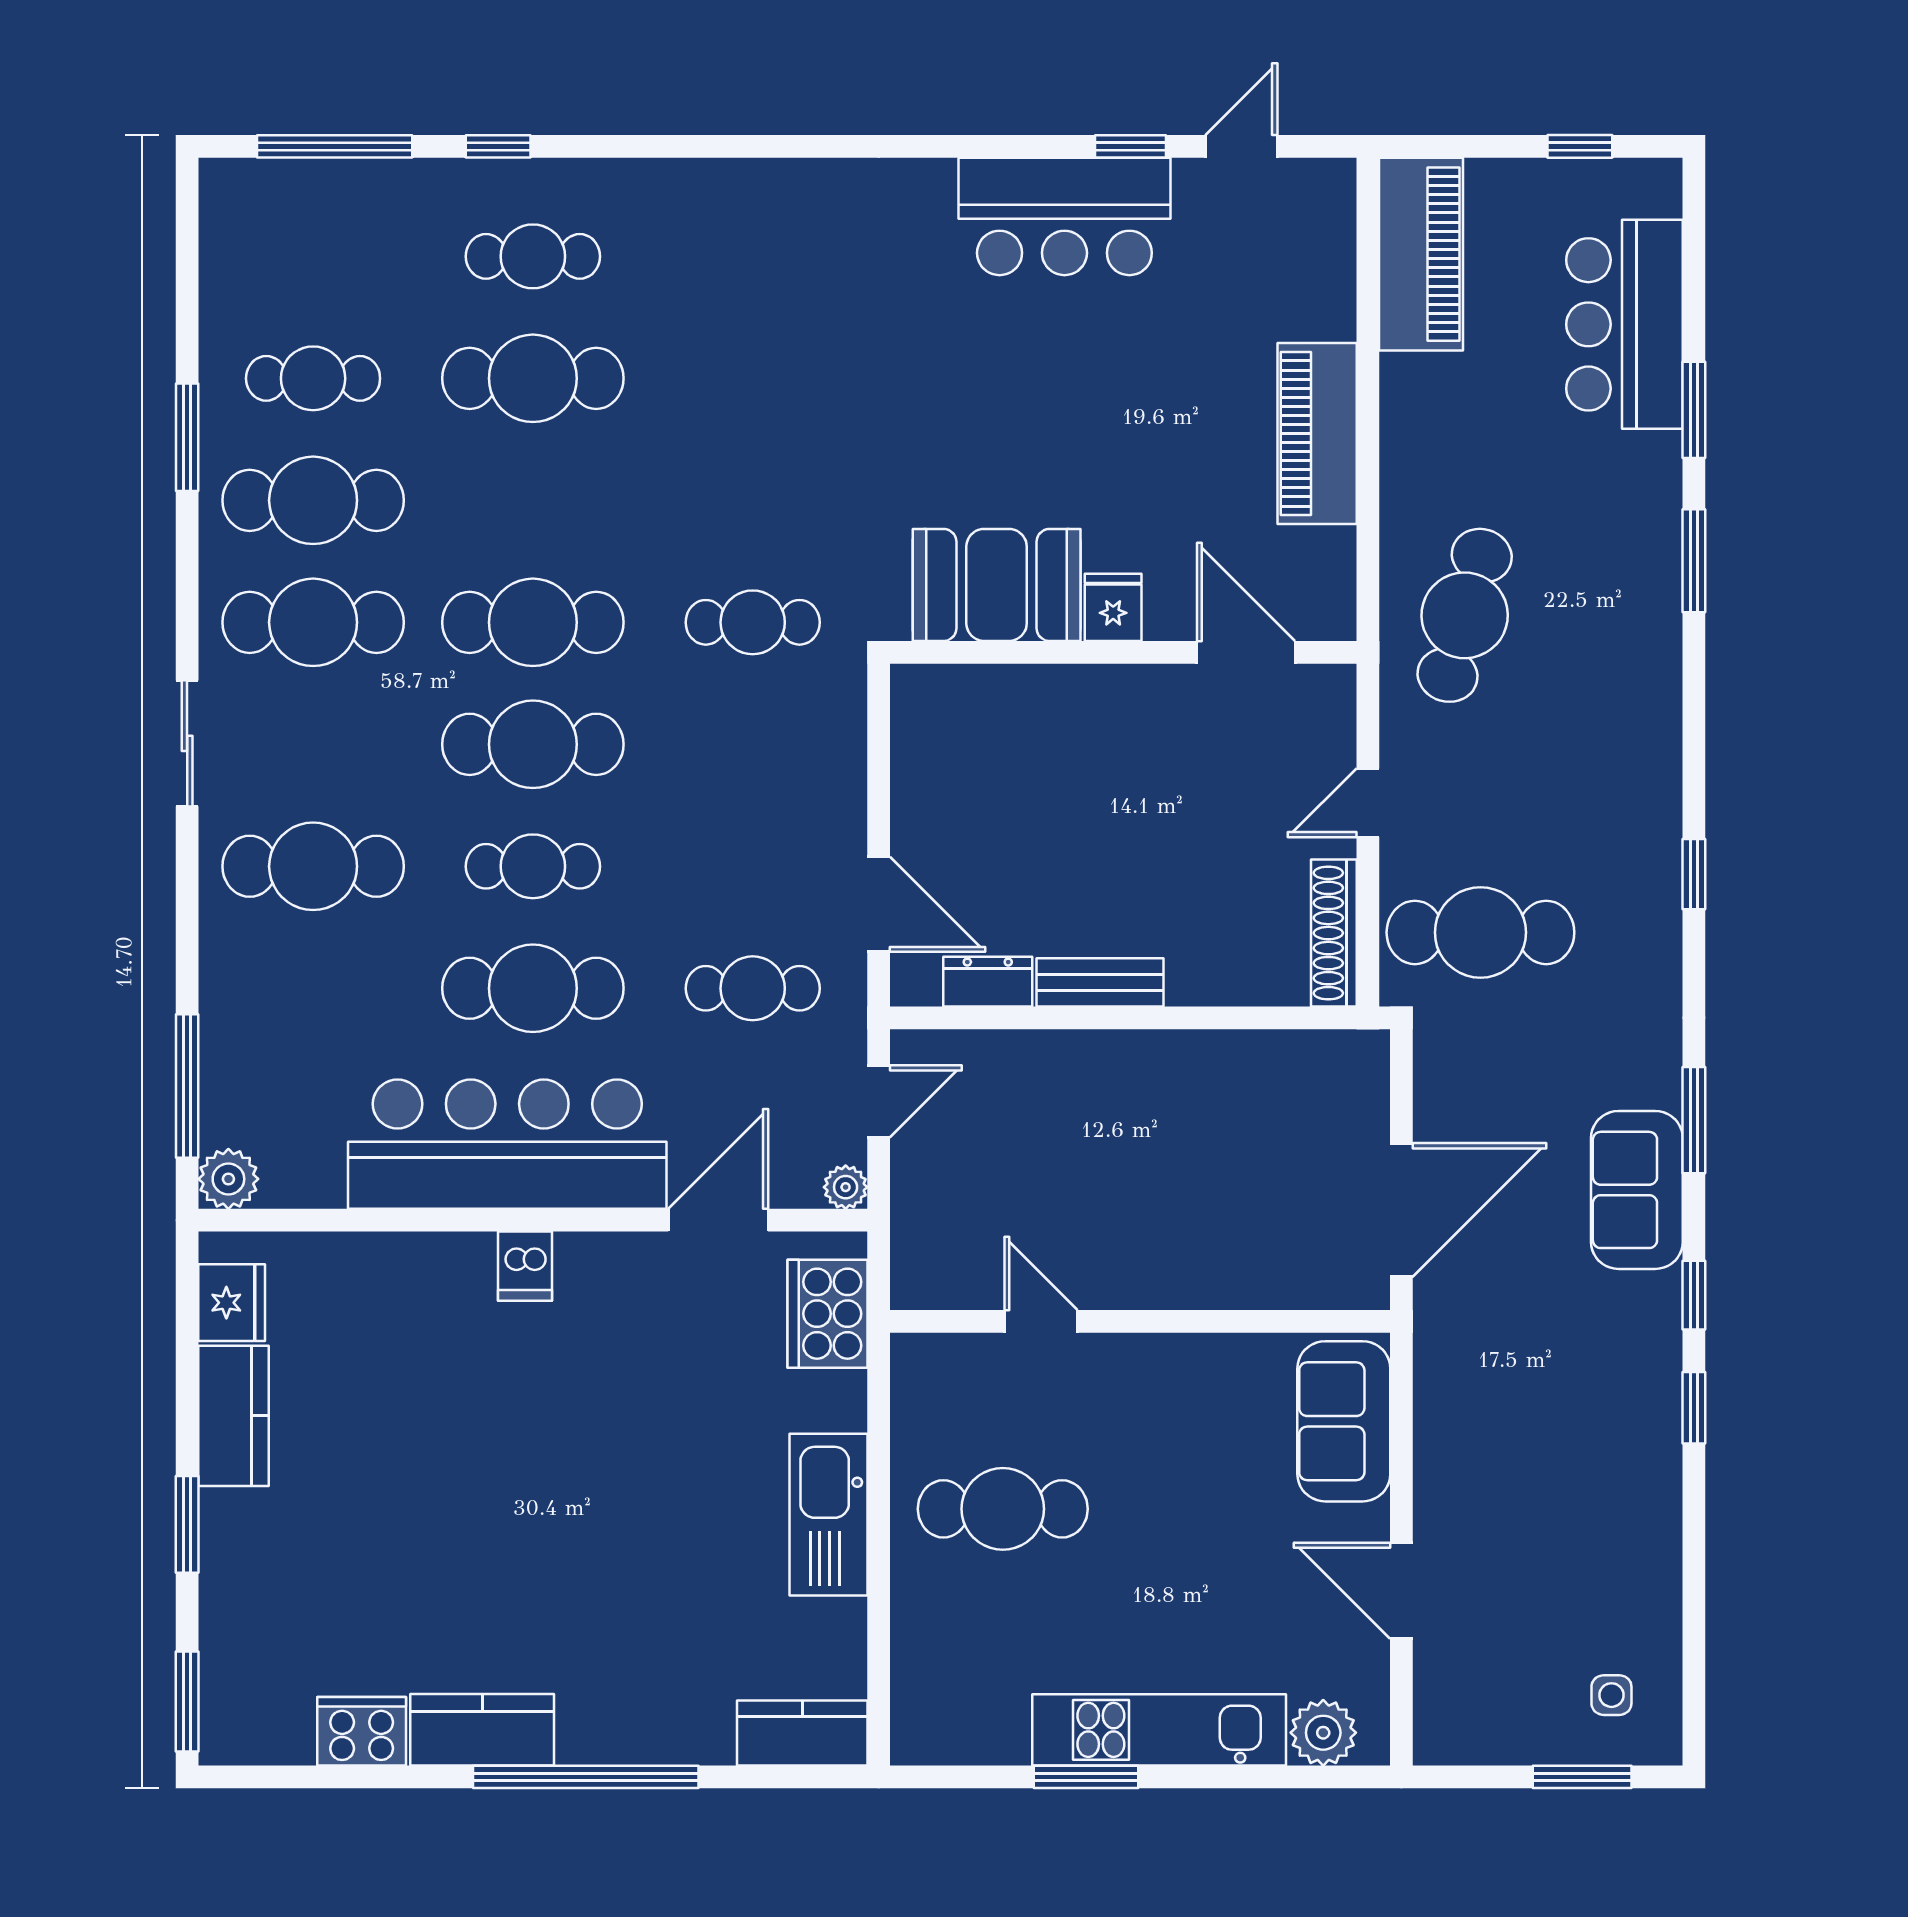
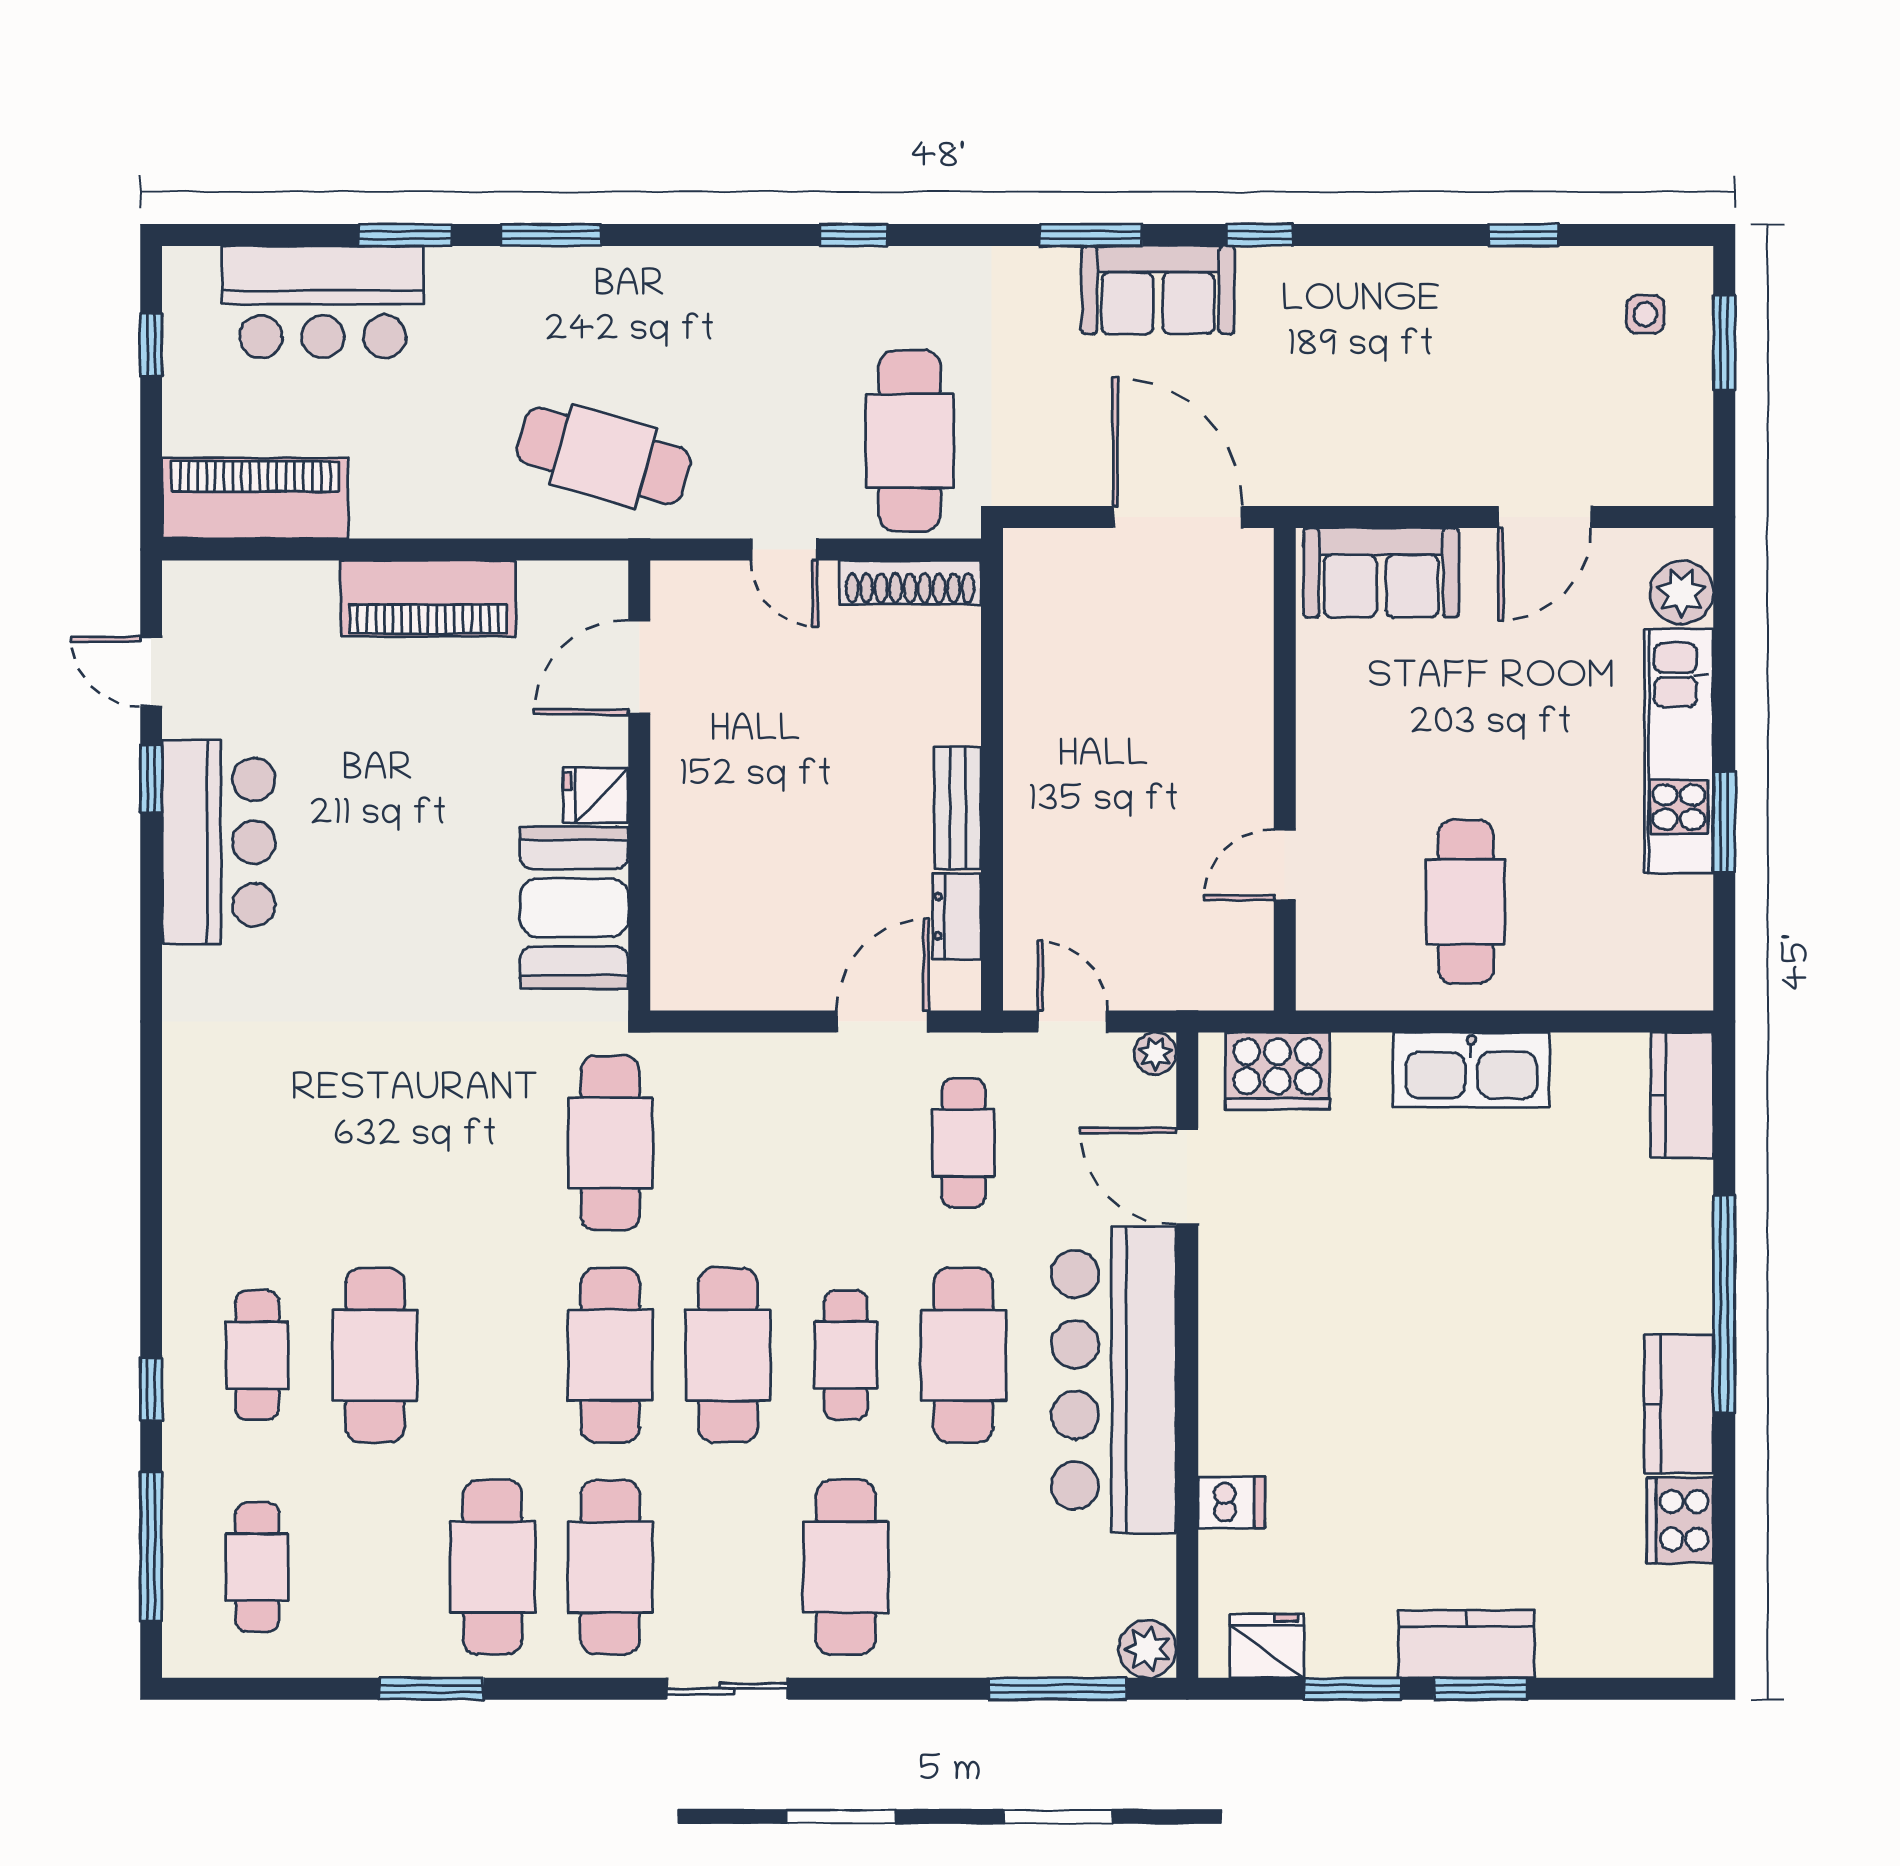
cafe table: (313, 378) -> (257, 1567), moved
cafe table: (753, 622) -> (610, 1143), width x1.37, depth x1.35
dishwasher: (525, 1266) -> (1232, 1503), moved
window: (1694, 1408) -> (1523, 235), moved
kitchen counter: (233, 1416) -> (1466, 1644), moved
window: (187, 1702) -> (1353, 1689), moved

